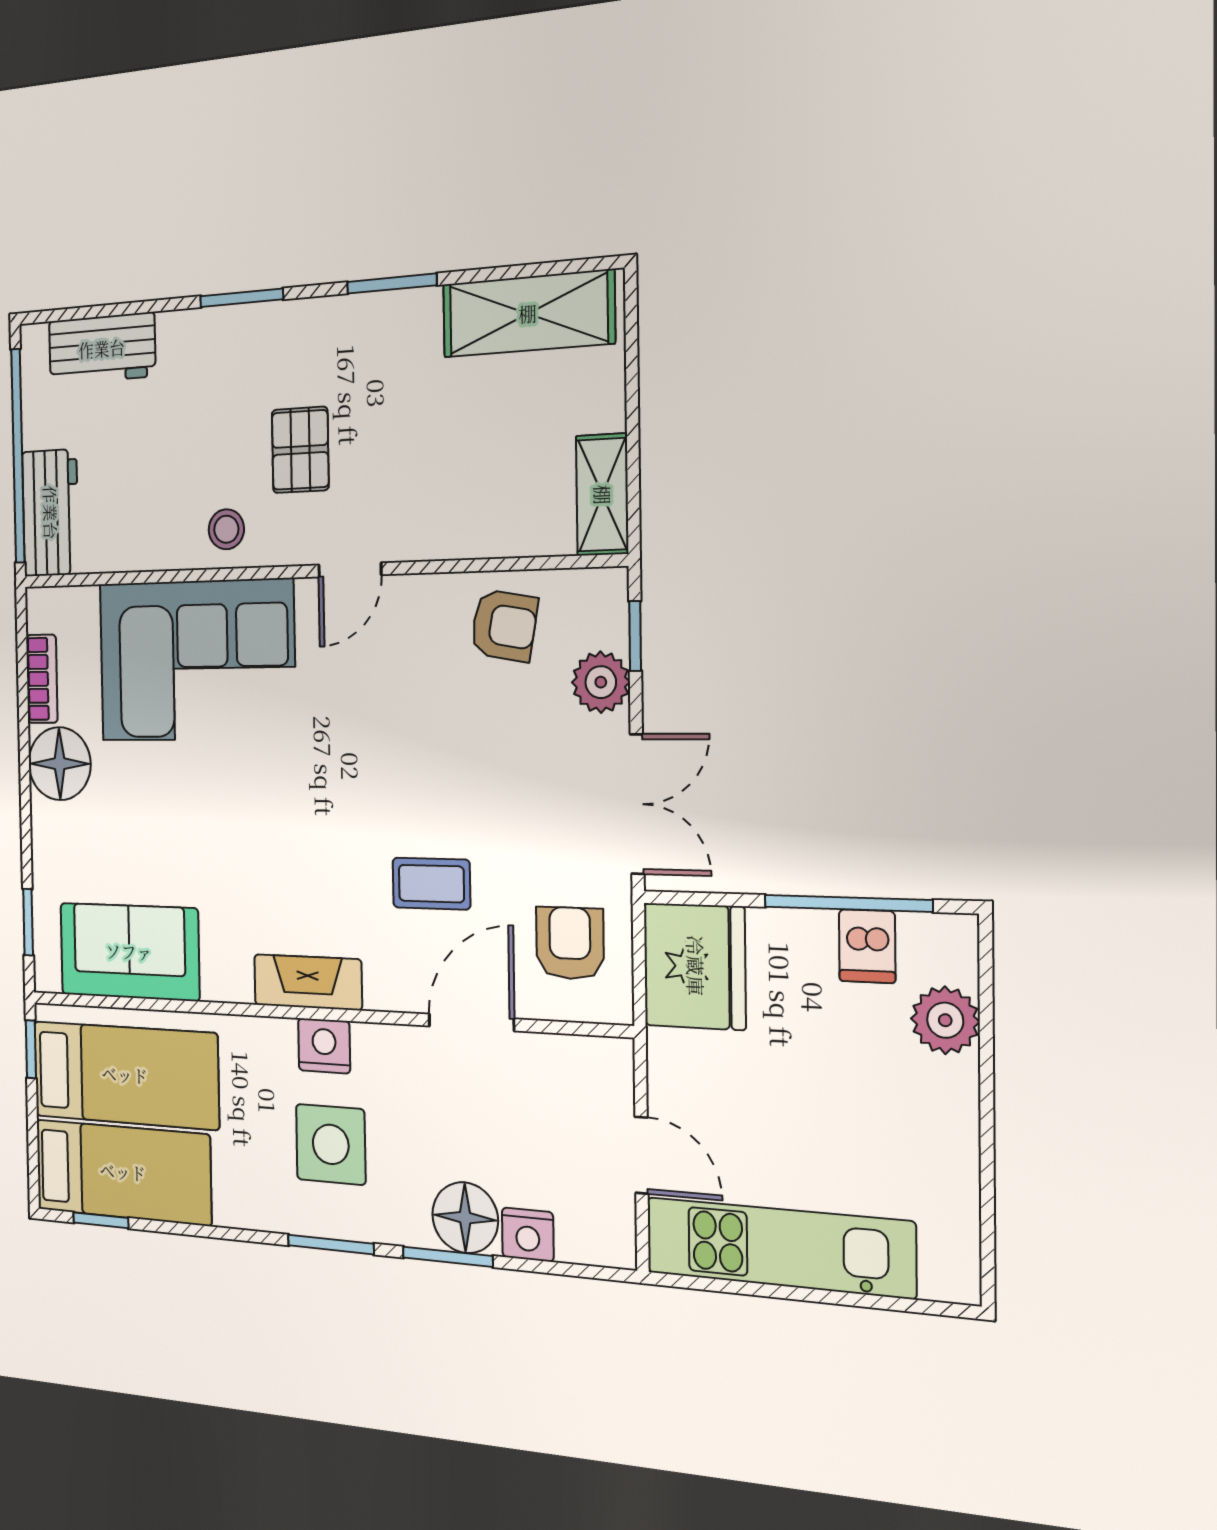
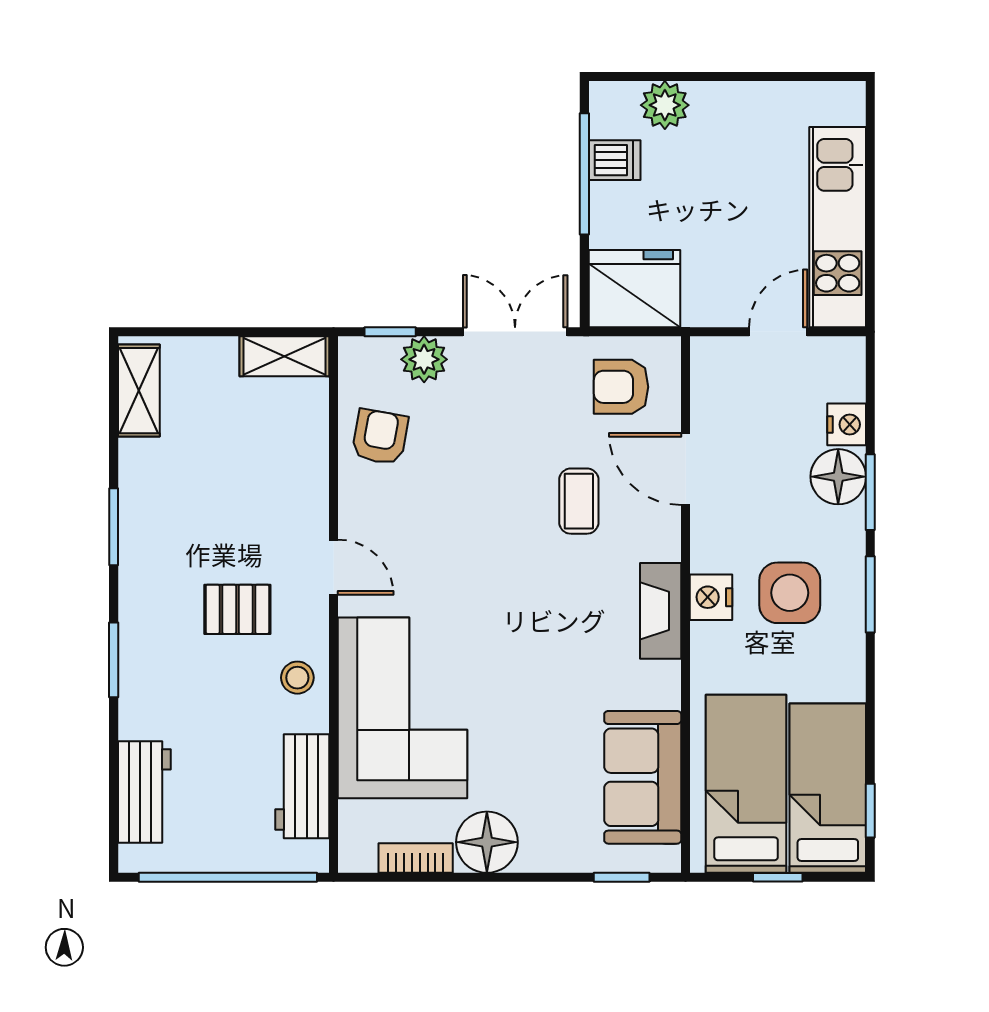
shelving: (528, 314) -> (139, 391), width x0.67, depth x0.75
workbench: (50, 513) -> (302, 786), moved, turned -90
window: (31, 1049) -> (778, 877), moved

